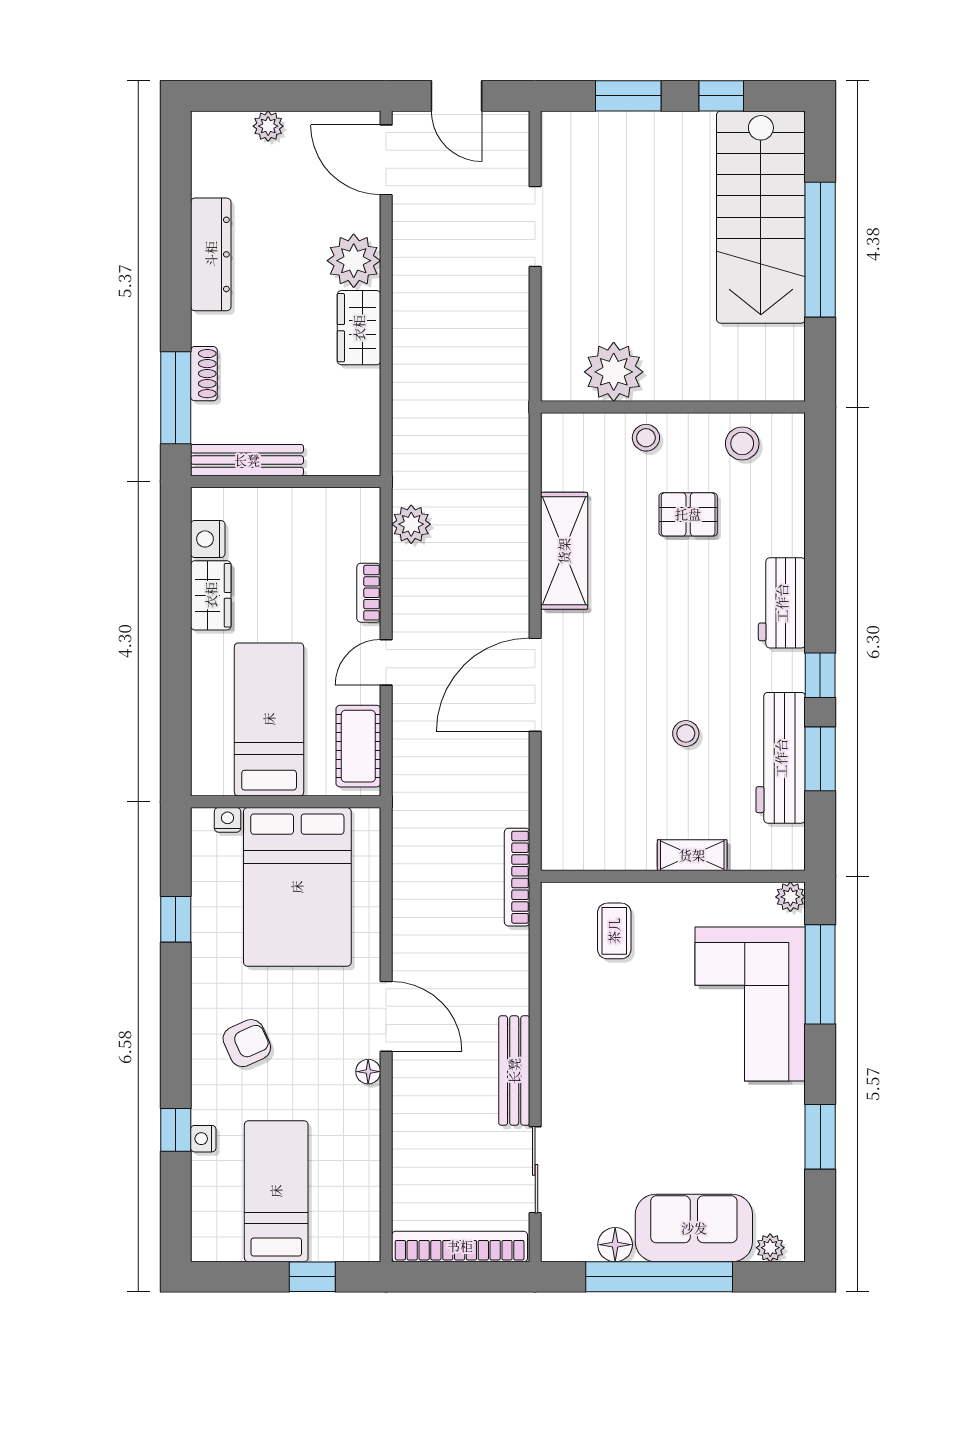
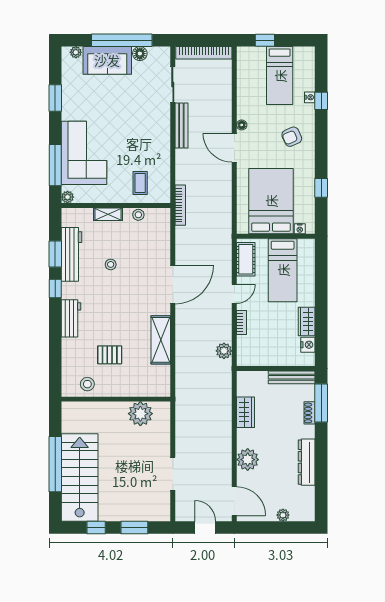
wardrobe: (359, 328) -> (245, 412), moved
stool: (646, 438) -> (138, 215), moved

